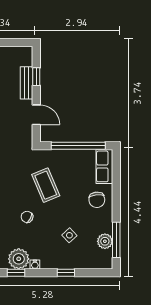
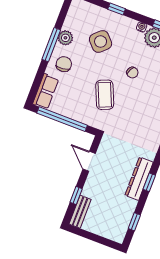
bench: (26, 83) -> (80, 212), moved
side table: (69, 235) -> (101, 42), width x1.87, depth x1.87
window: (116, 240) -> (51, 45), moved
plant: (105, 241) -> (65, 38), moved

